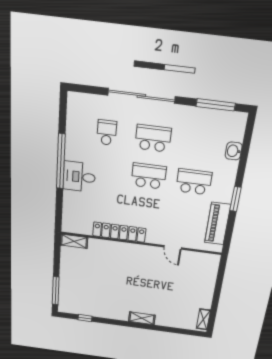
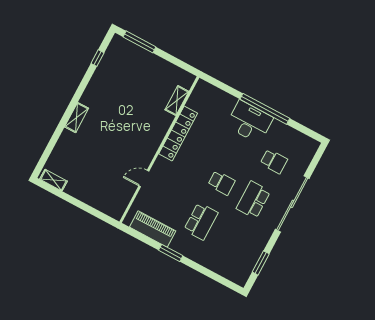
window: (216, 105) -> (261, 263), width x0.69
school desk: (153, 138) -> (253, 200), turned 180
washbasin: (234, 151) -> (216, 265), removed
school desk: (149, 176) -> (221, 183), width x0.54
desk: (79, 177) -> (249, 122), width x1.37
shelving: (74, 241) -> (177, 101), moved

